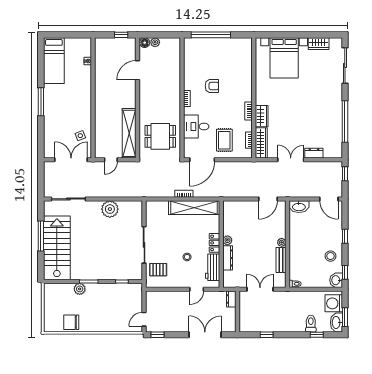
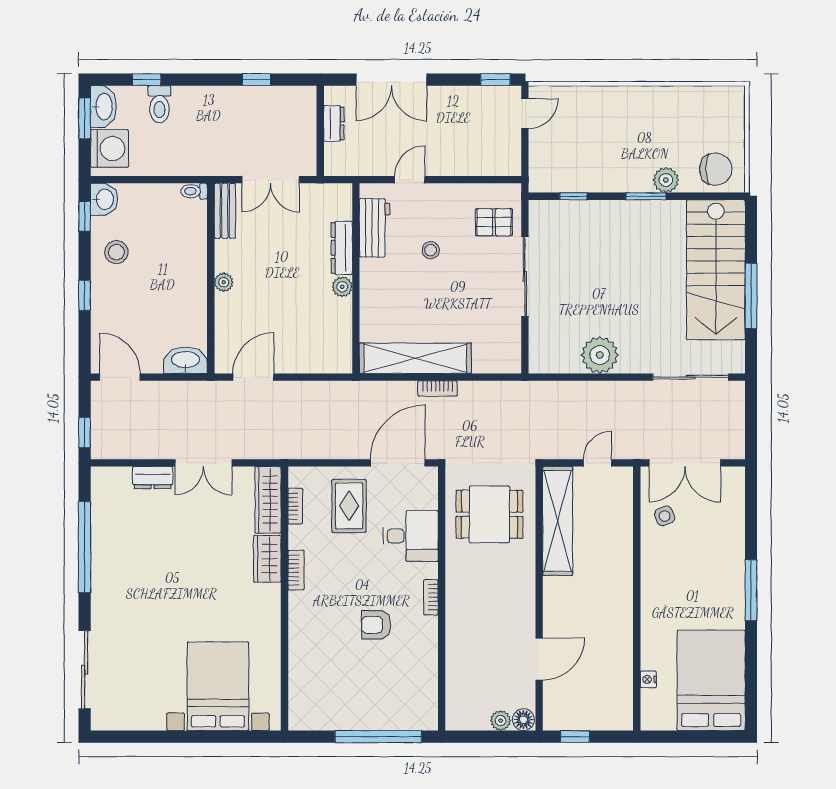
wardrobe: (319, 44) -> (142, 718), removed
bed: (54, 61) -> (711, 680), width x1.50
locker: (214, 243) -> (371, 281), removed
bench: (281, 260) -> (225, 211), moved
dresser: (231, 299) -> (334, 123), moved
chair: (71, 322) -> (716, 169), moved

